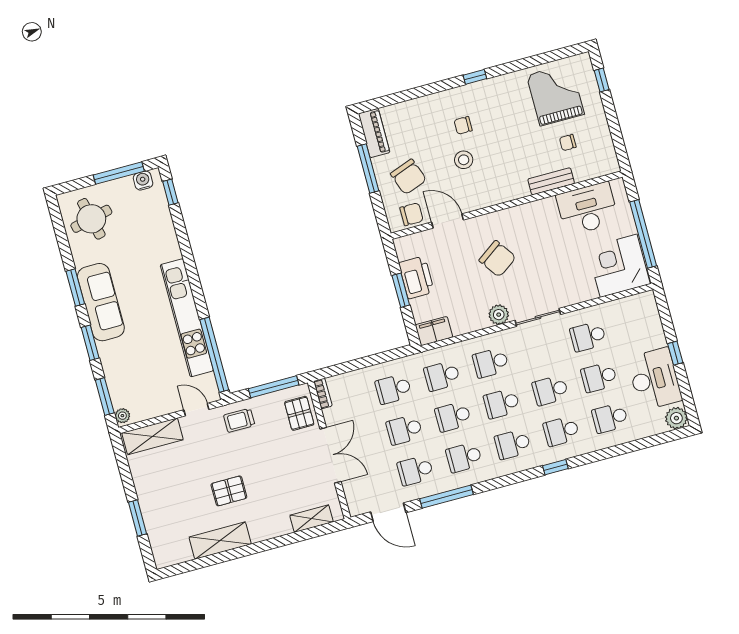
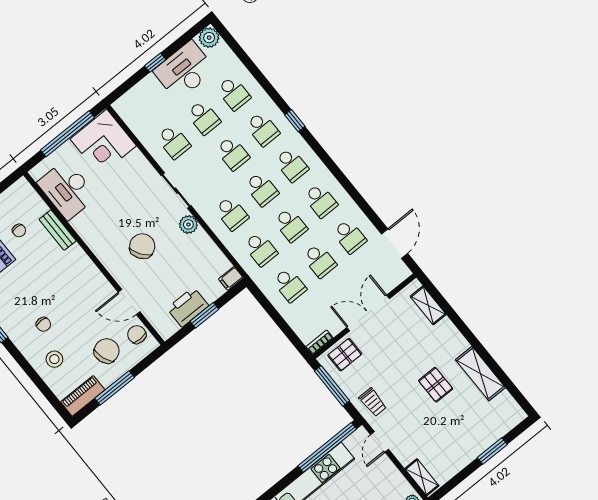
stool: (464, 160) -> (54, 359), moved
door: (448, 221) -> (129, 302), hinge flipped
filing cabinet: (434, 331) -> (231, 278), width x0.50
shelving: (152, 436) -> (422, 477), width x0.67, depth x0.75
window: (446, 497) -> (360, 201), removed

